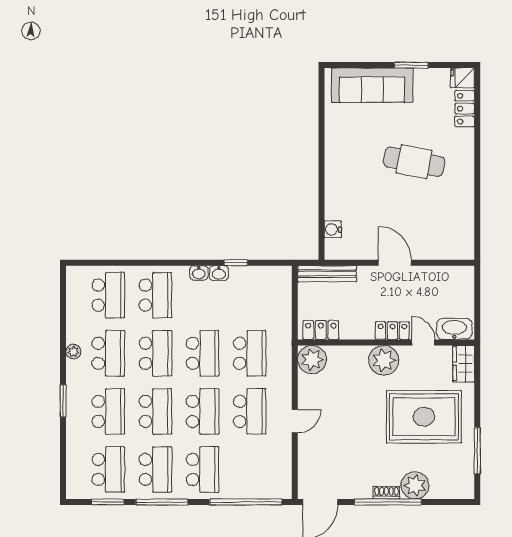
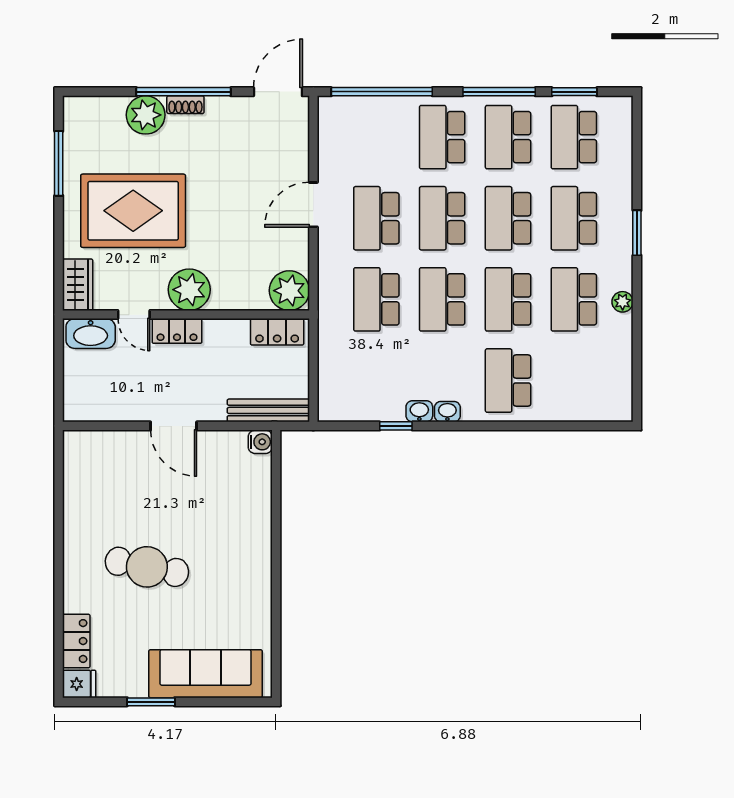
water cooler: (333, 229) -> (260, 442), moved
school desk: (108, 295) -> (574, 381), removed
door: (295, 421) -> (313, 205), width x1.38

